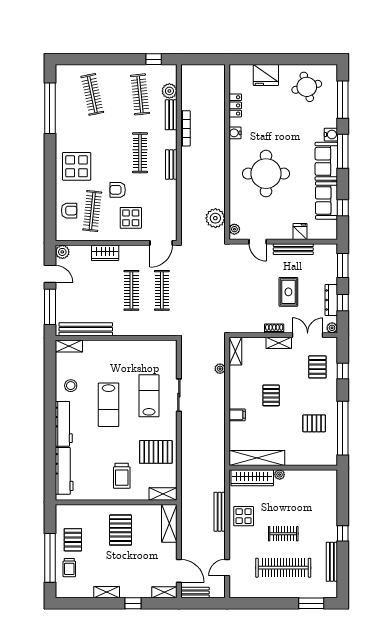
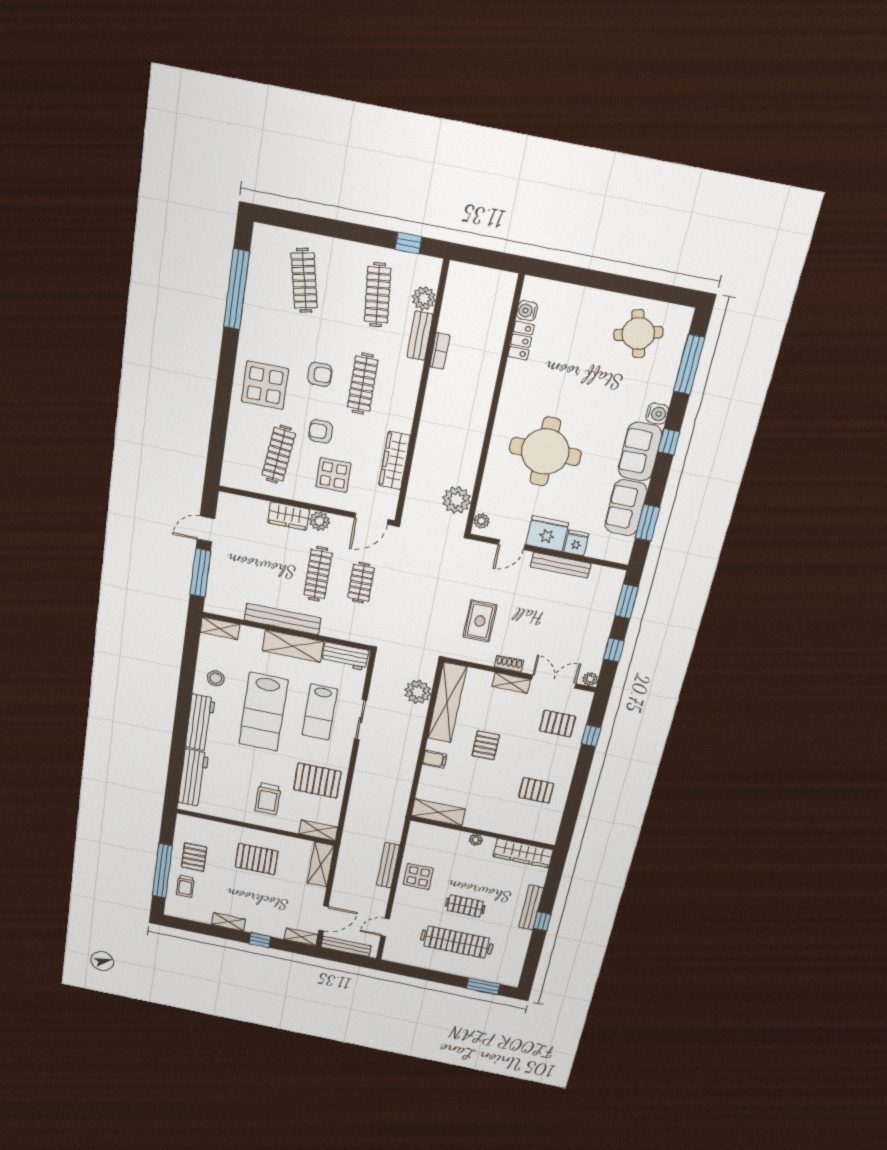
fridge: (266, 75) -> (547, 534), moved, turned 180
bookcase: (185, 128) -> (440, 351), width x0.64
water cooler: (235, 133) -> (527, 311), moved
window: (343, 151) -> (669, 442), width x0.46
bench: (171, 165) -> (406, 410), removed
wardrobe: (170, 200) -> (395, 461), added
window: (343, 208) -> (647, 523), width x1.50
armchair: (69, 211) -> (320, 374), moved
door: (258, 242) -> (511, 545), hinge flipped
plant: (62, 252) -> (320, 521), moved
door: (50, 274) -> (206, 529), swing flipped
clothes rail: (162, 290) -> (361, 583), width x0.73
rug: (288, 292) -> (480, 621), moved
dresser: (331, 300) -> (598, 643), removed
bench: (86, 329) -> (282, 619), moved
shelving: (122, 348) -> (293, 646), added
workbench: (160, 348) -> (345, 656), added
shelving: (235, 351) -> (447, 703), width x2.20, depth x1.33
pallet: (317, 367) -> (558, 724), turned 90
plant: (220, 369) -> (418, 692), width x1.88, depth x1.88
lab bench: (149, 396) -> (320, 712), turned 180
lab bench: (109, 405) -> (263, 712), width x1.36, depth x1.39
window: (343, 428) -> (573, 804), removed
shelving: (257, 458) -> (438, 812), width x0.68
wardrobe: (252, 478) -> (523, 853), moved
pallet: (121, 530) -> (257, 859), turned 90
bench: (332, 562) -> (531, 907), moved
door: (179, 571) -> (323, 918), hinge flipped
bench: (195, 592) -> (346, 946), width x1.36

